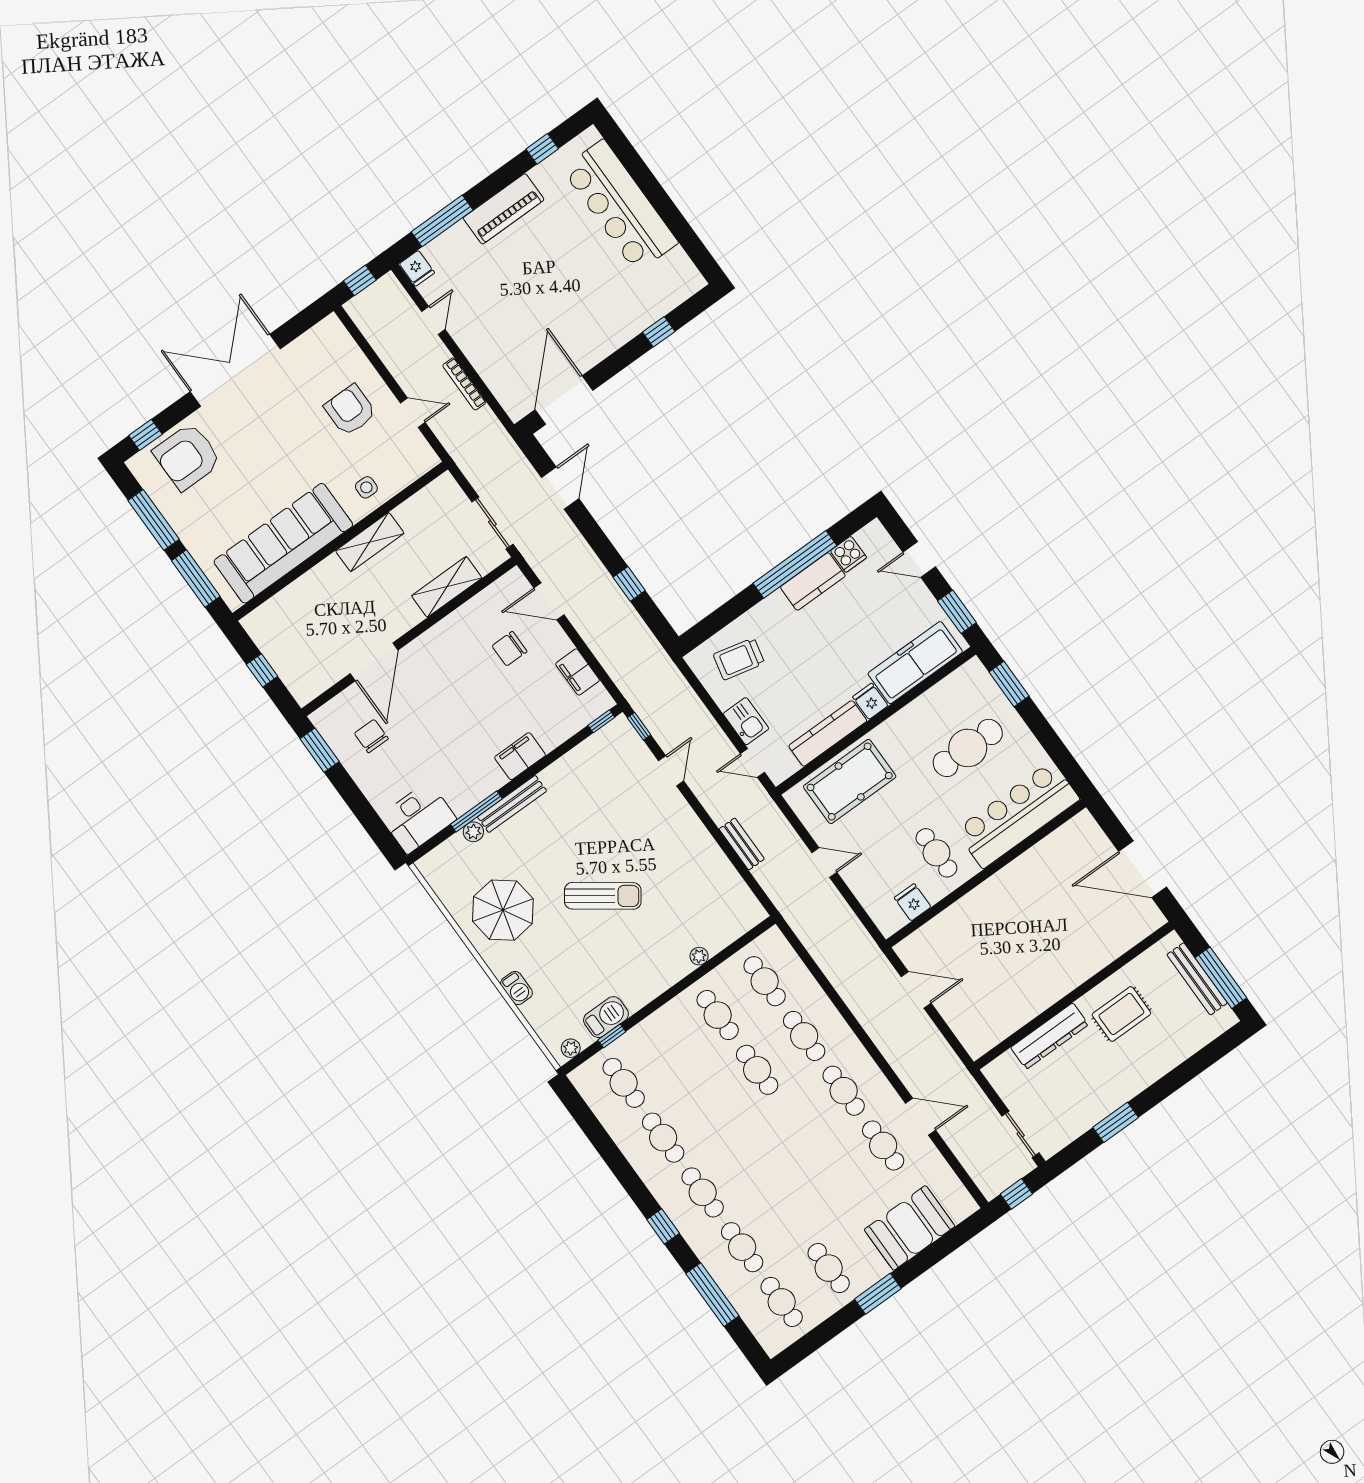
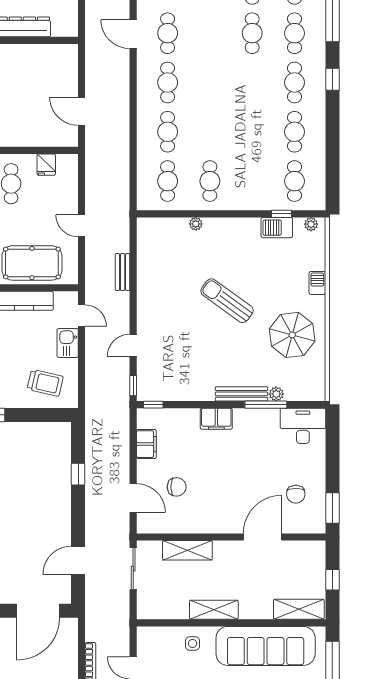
shelving: (276, 611) -> (299, 609), added
cafe table: (757, 1070) -> (252, 33), moved

